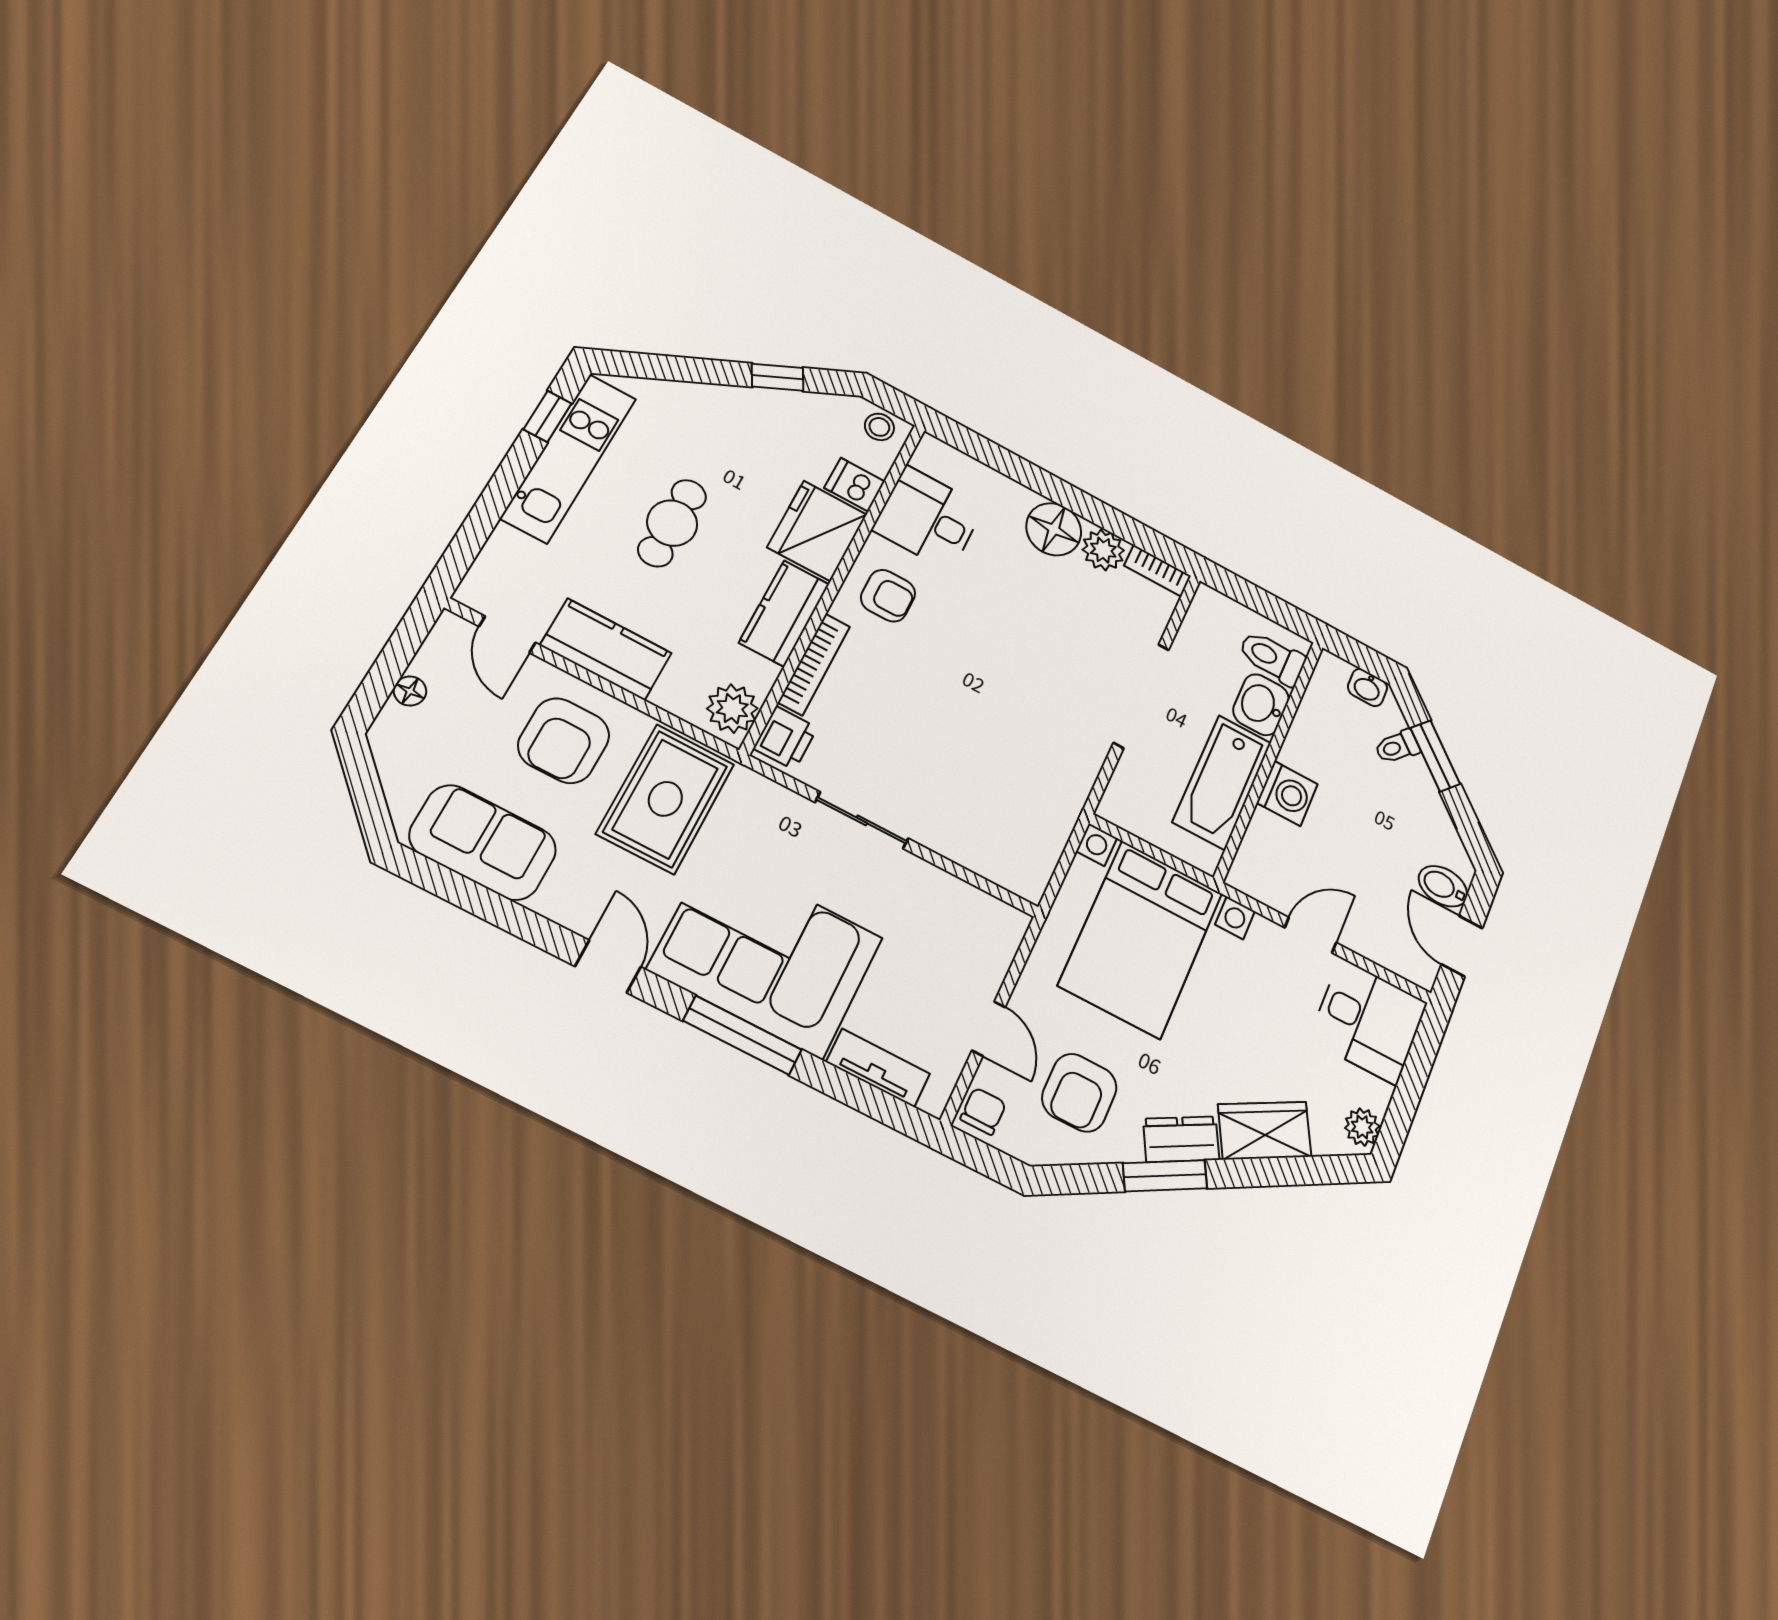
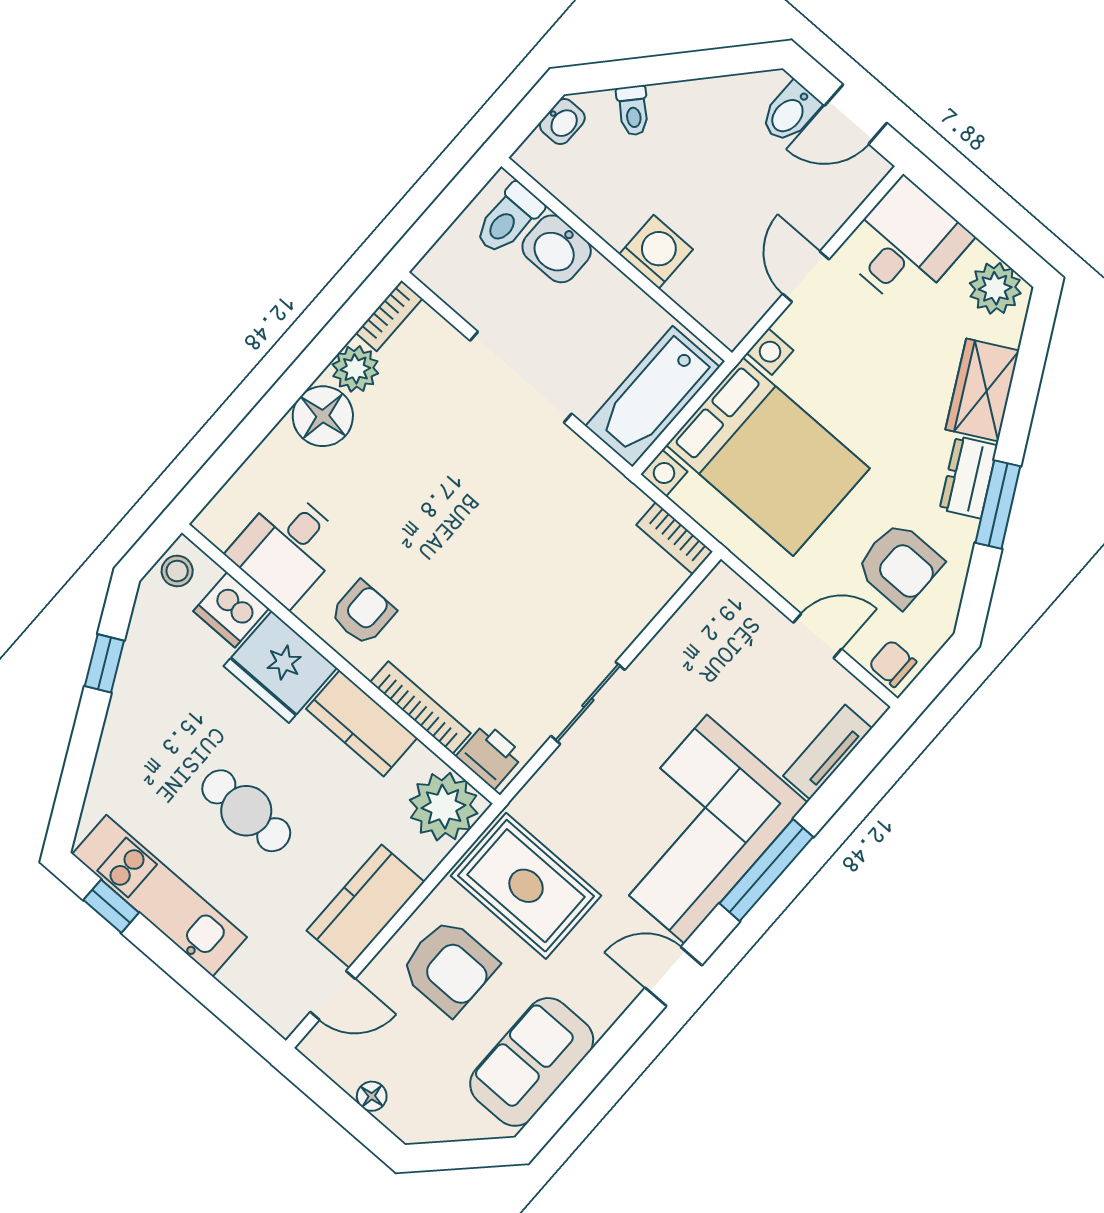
dishwasher: (855, 485) -> (231, 610), width x1.38
plant: (732, 709) -> (444, 807), width x1.36, depth x1.36
window: (1435, 756) -> (652, 70), removed
bathtub: (1222, 782) -> (653, 397), moved, turned 90
bookcase: (1040, 868) -> (674, 538), added
plant: (1362, 1127) -> (995, 288), width x1.38, depth x1.38

